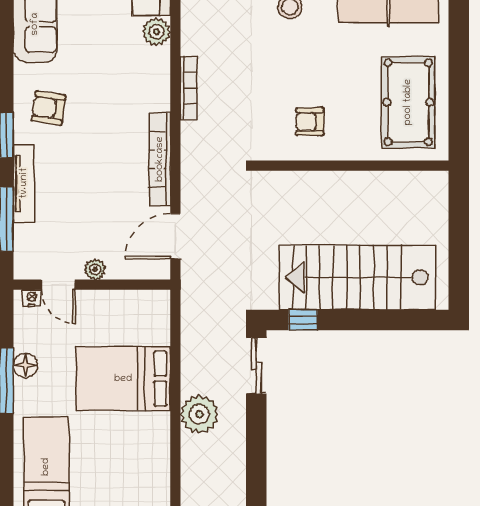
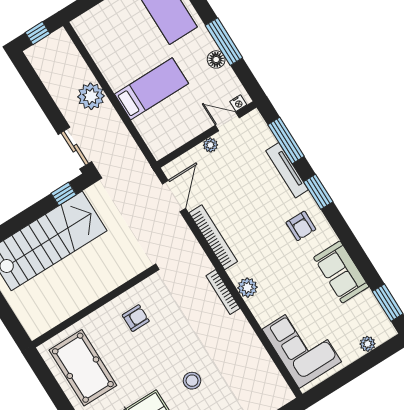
plant: (156, 32) -> (247, 288), moved
armchair: (49, 108) -> (301, 226), turned 81
bed: (123, 379) -> (151, 89), width x0.67

